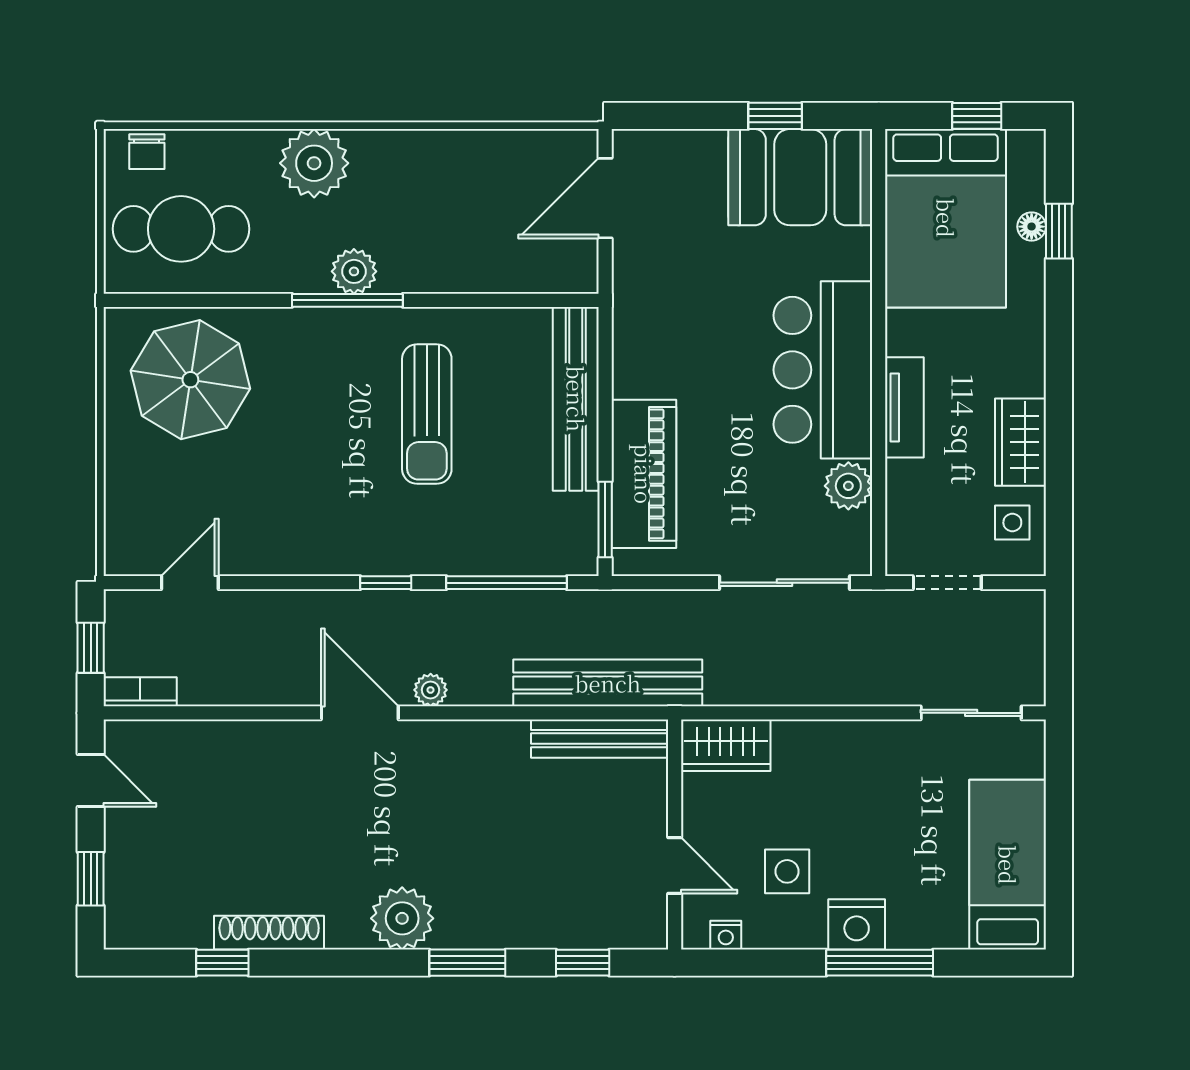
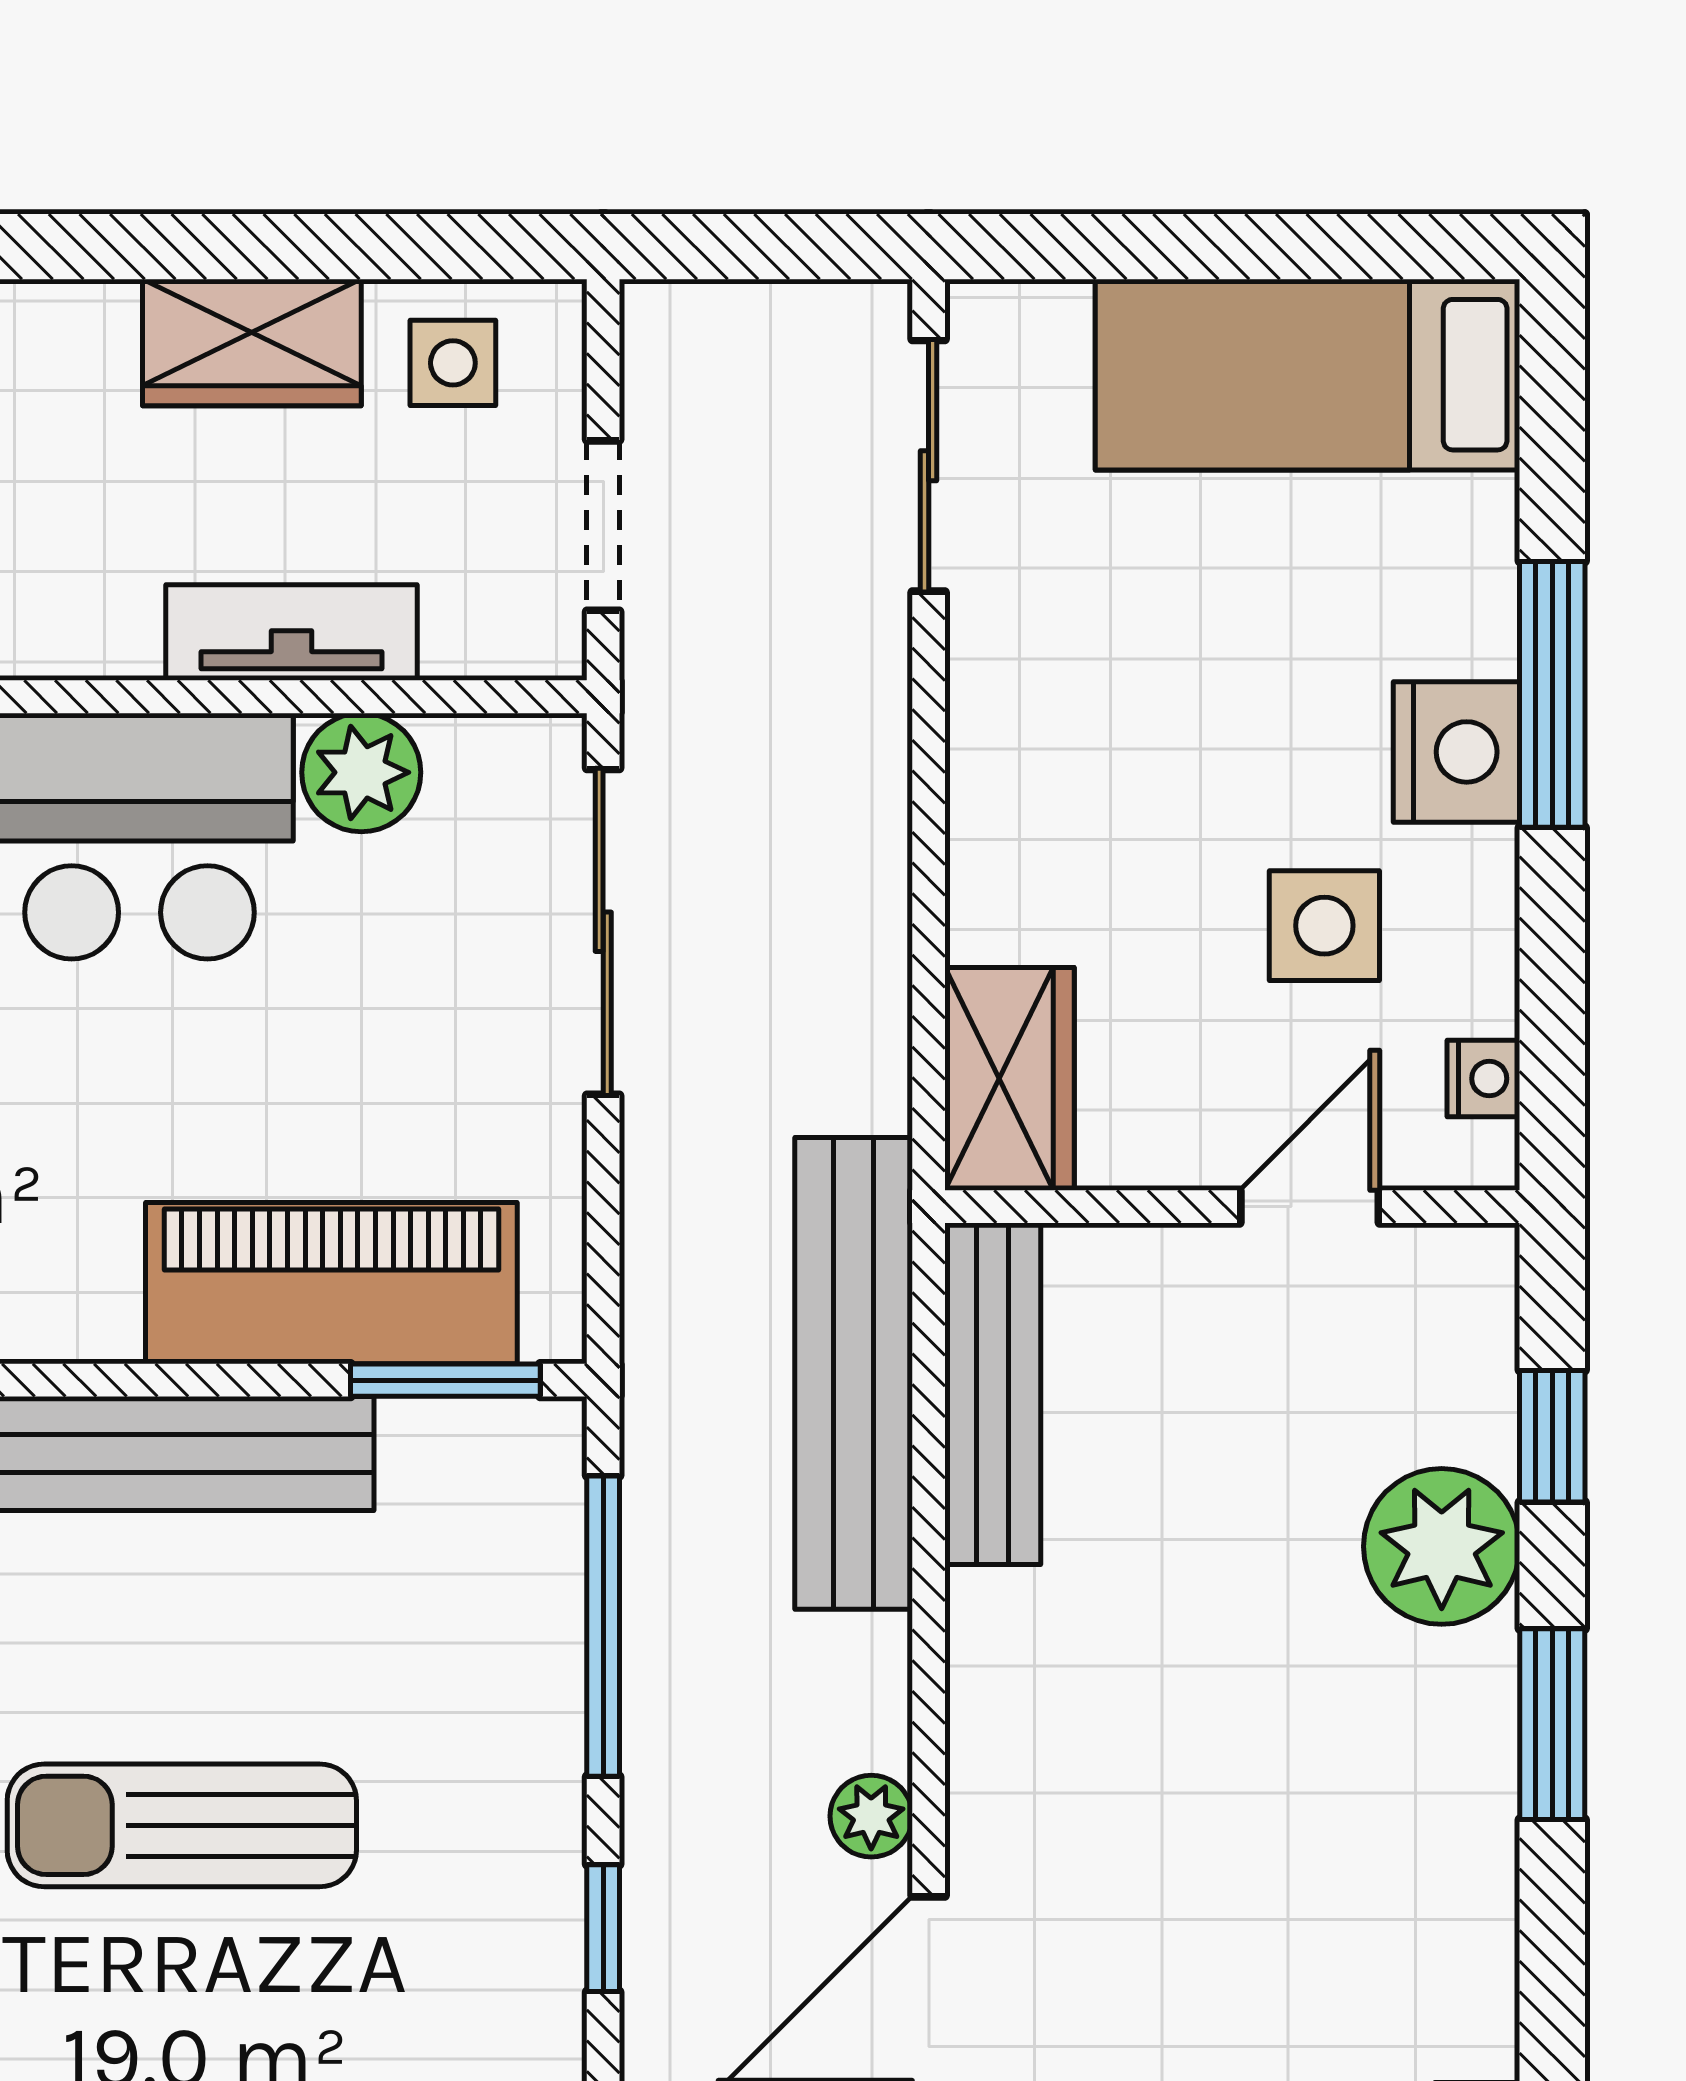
tv unit: (904, 407) -> (292, 633), moved
sun lounger: (427, 414) -> (182, 1825), turned 180
plant: (402, 918) -> (1442, 1546), moved

